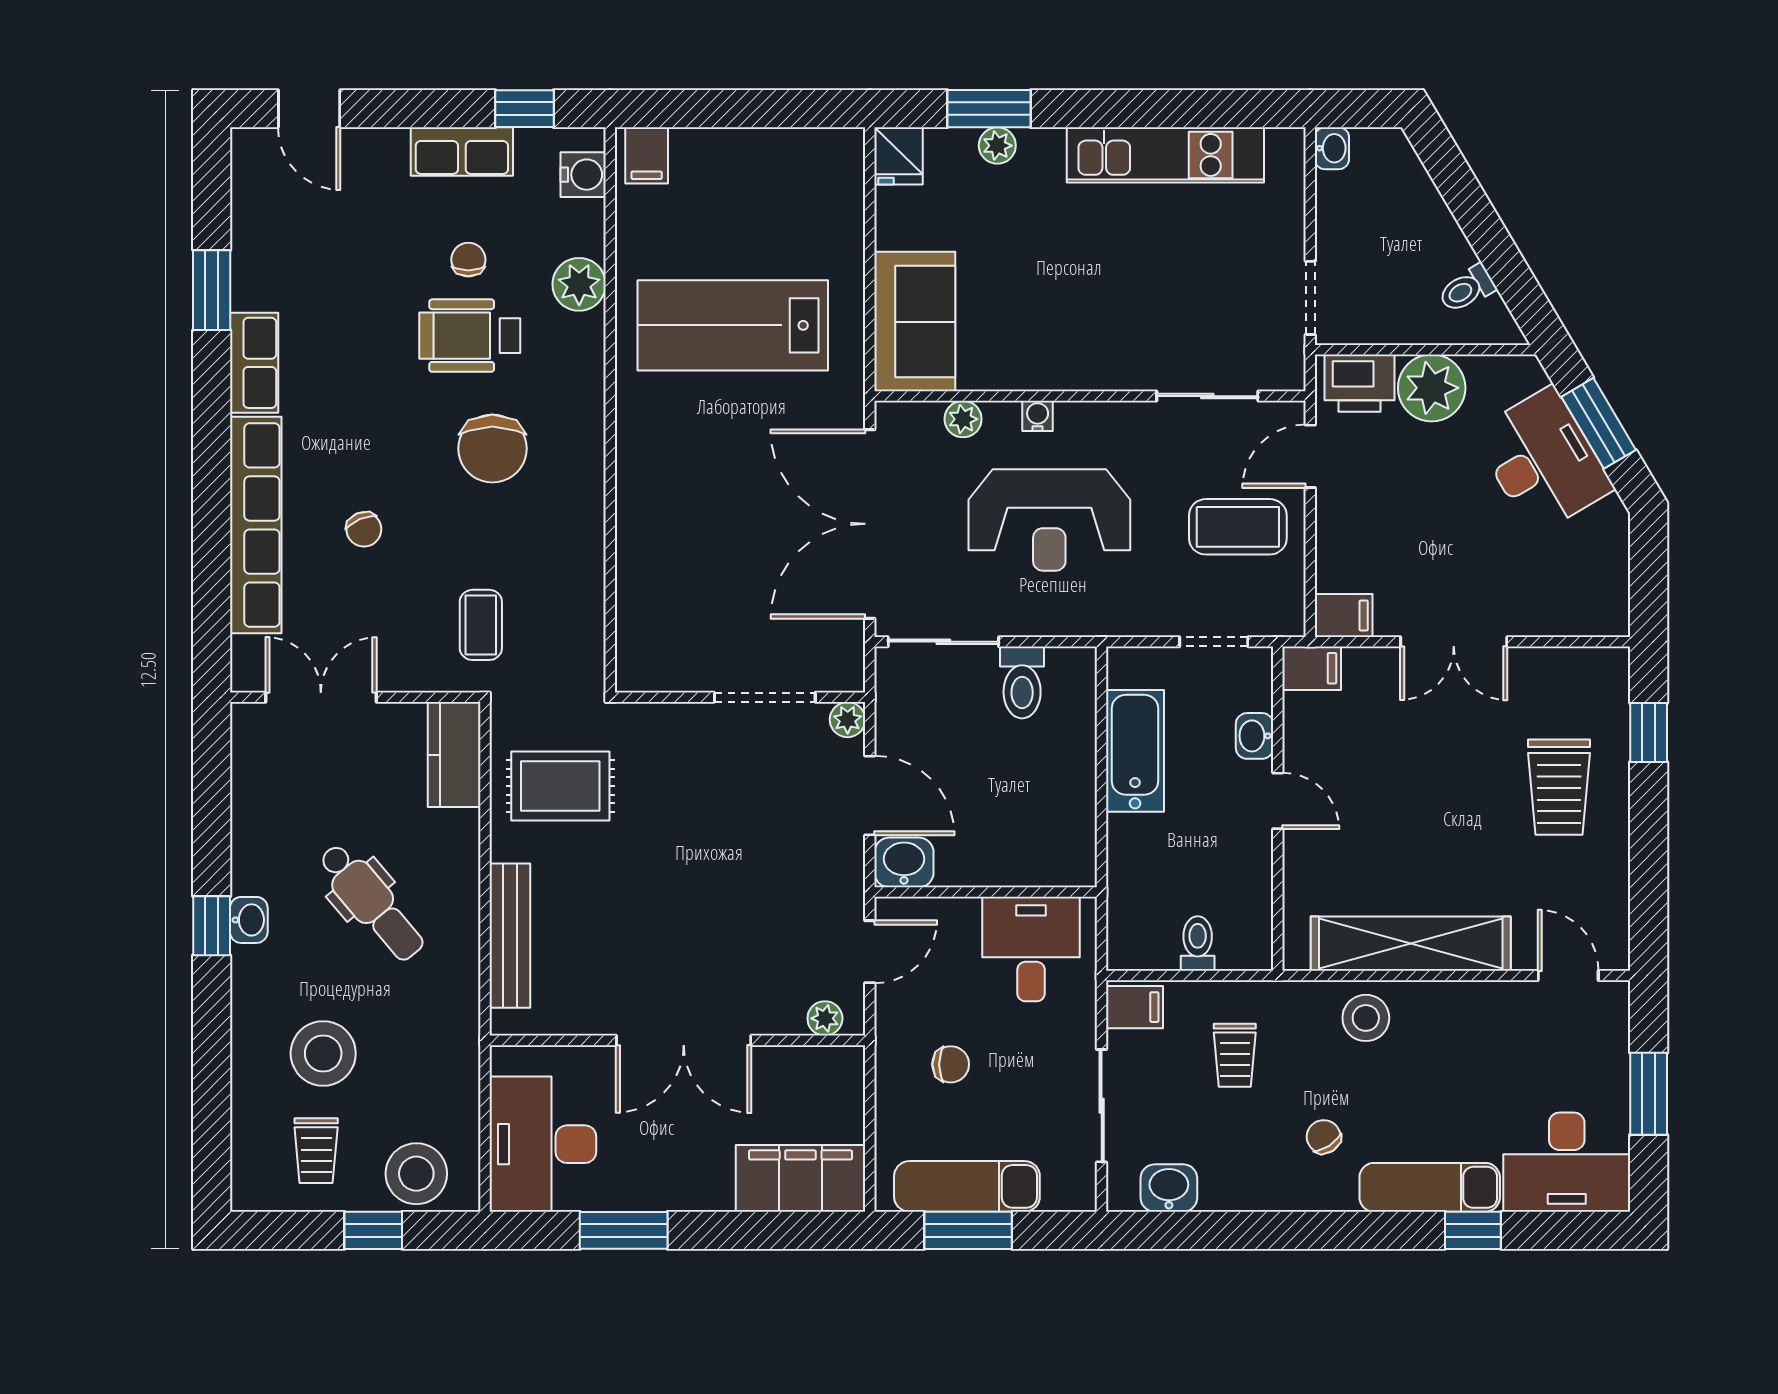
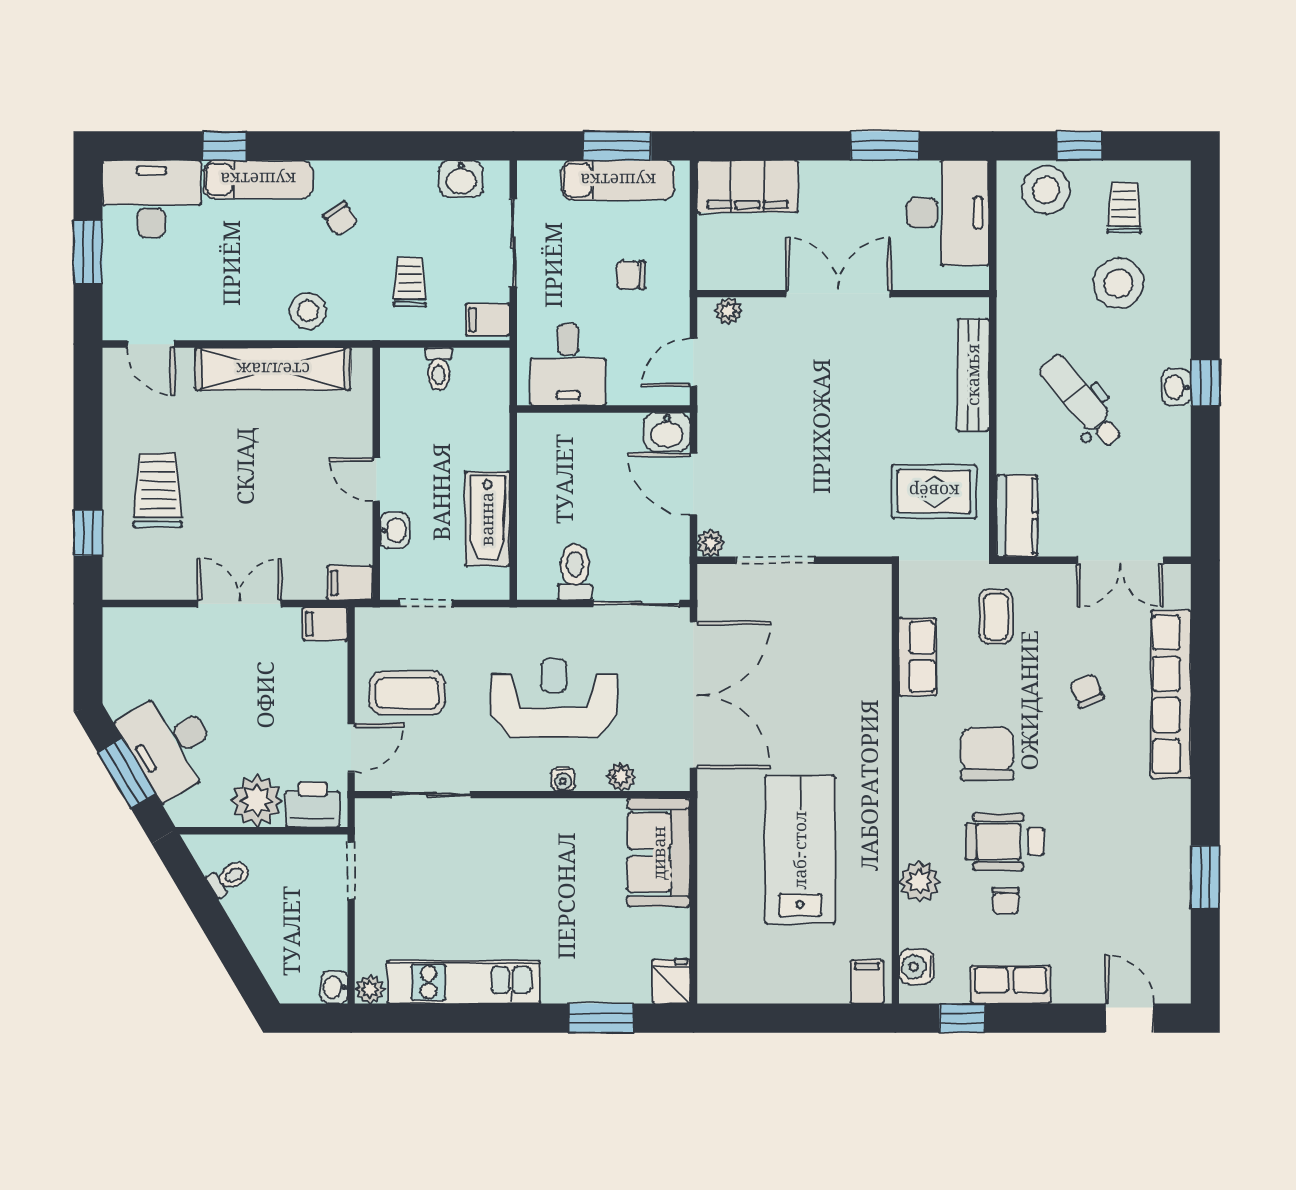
plant: (997, 146) -> (370, 989), moved
lab bench: (733, 325) -> (800, 850), turned -90
wheelchair: (470, 336) -> (1005, 842), turned 180
row of seats: (254, 363) -> (918, 657), moved, turned 180

